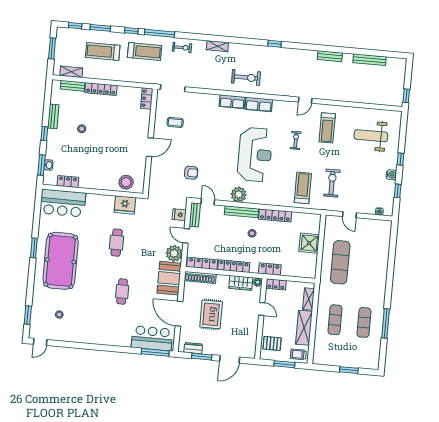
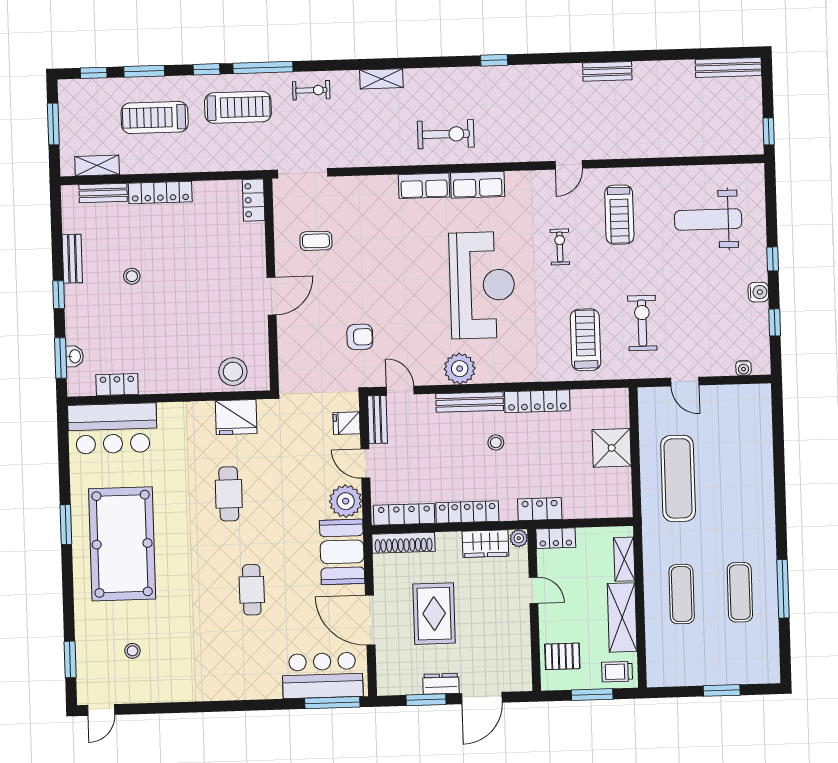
bench: (370, 60) -> (728, 67), moved
dresser: (193, 348) -> (441, 684), moved

